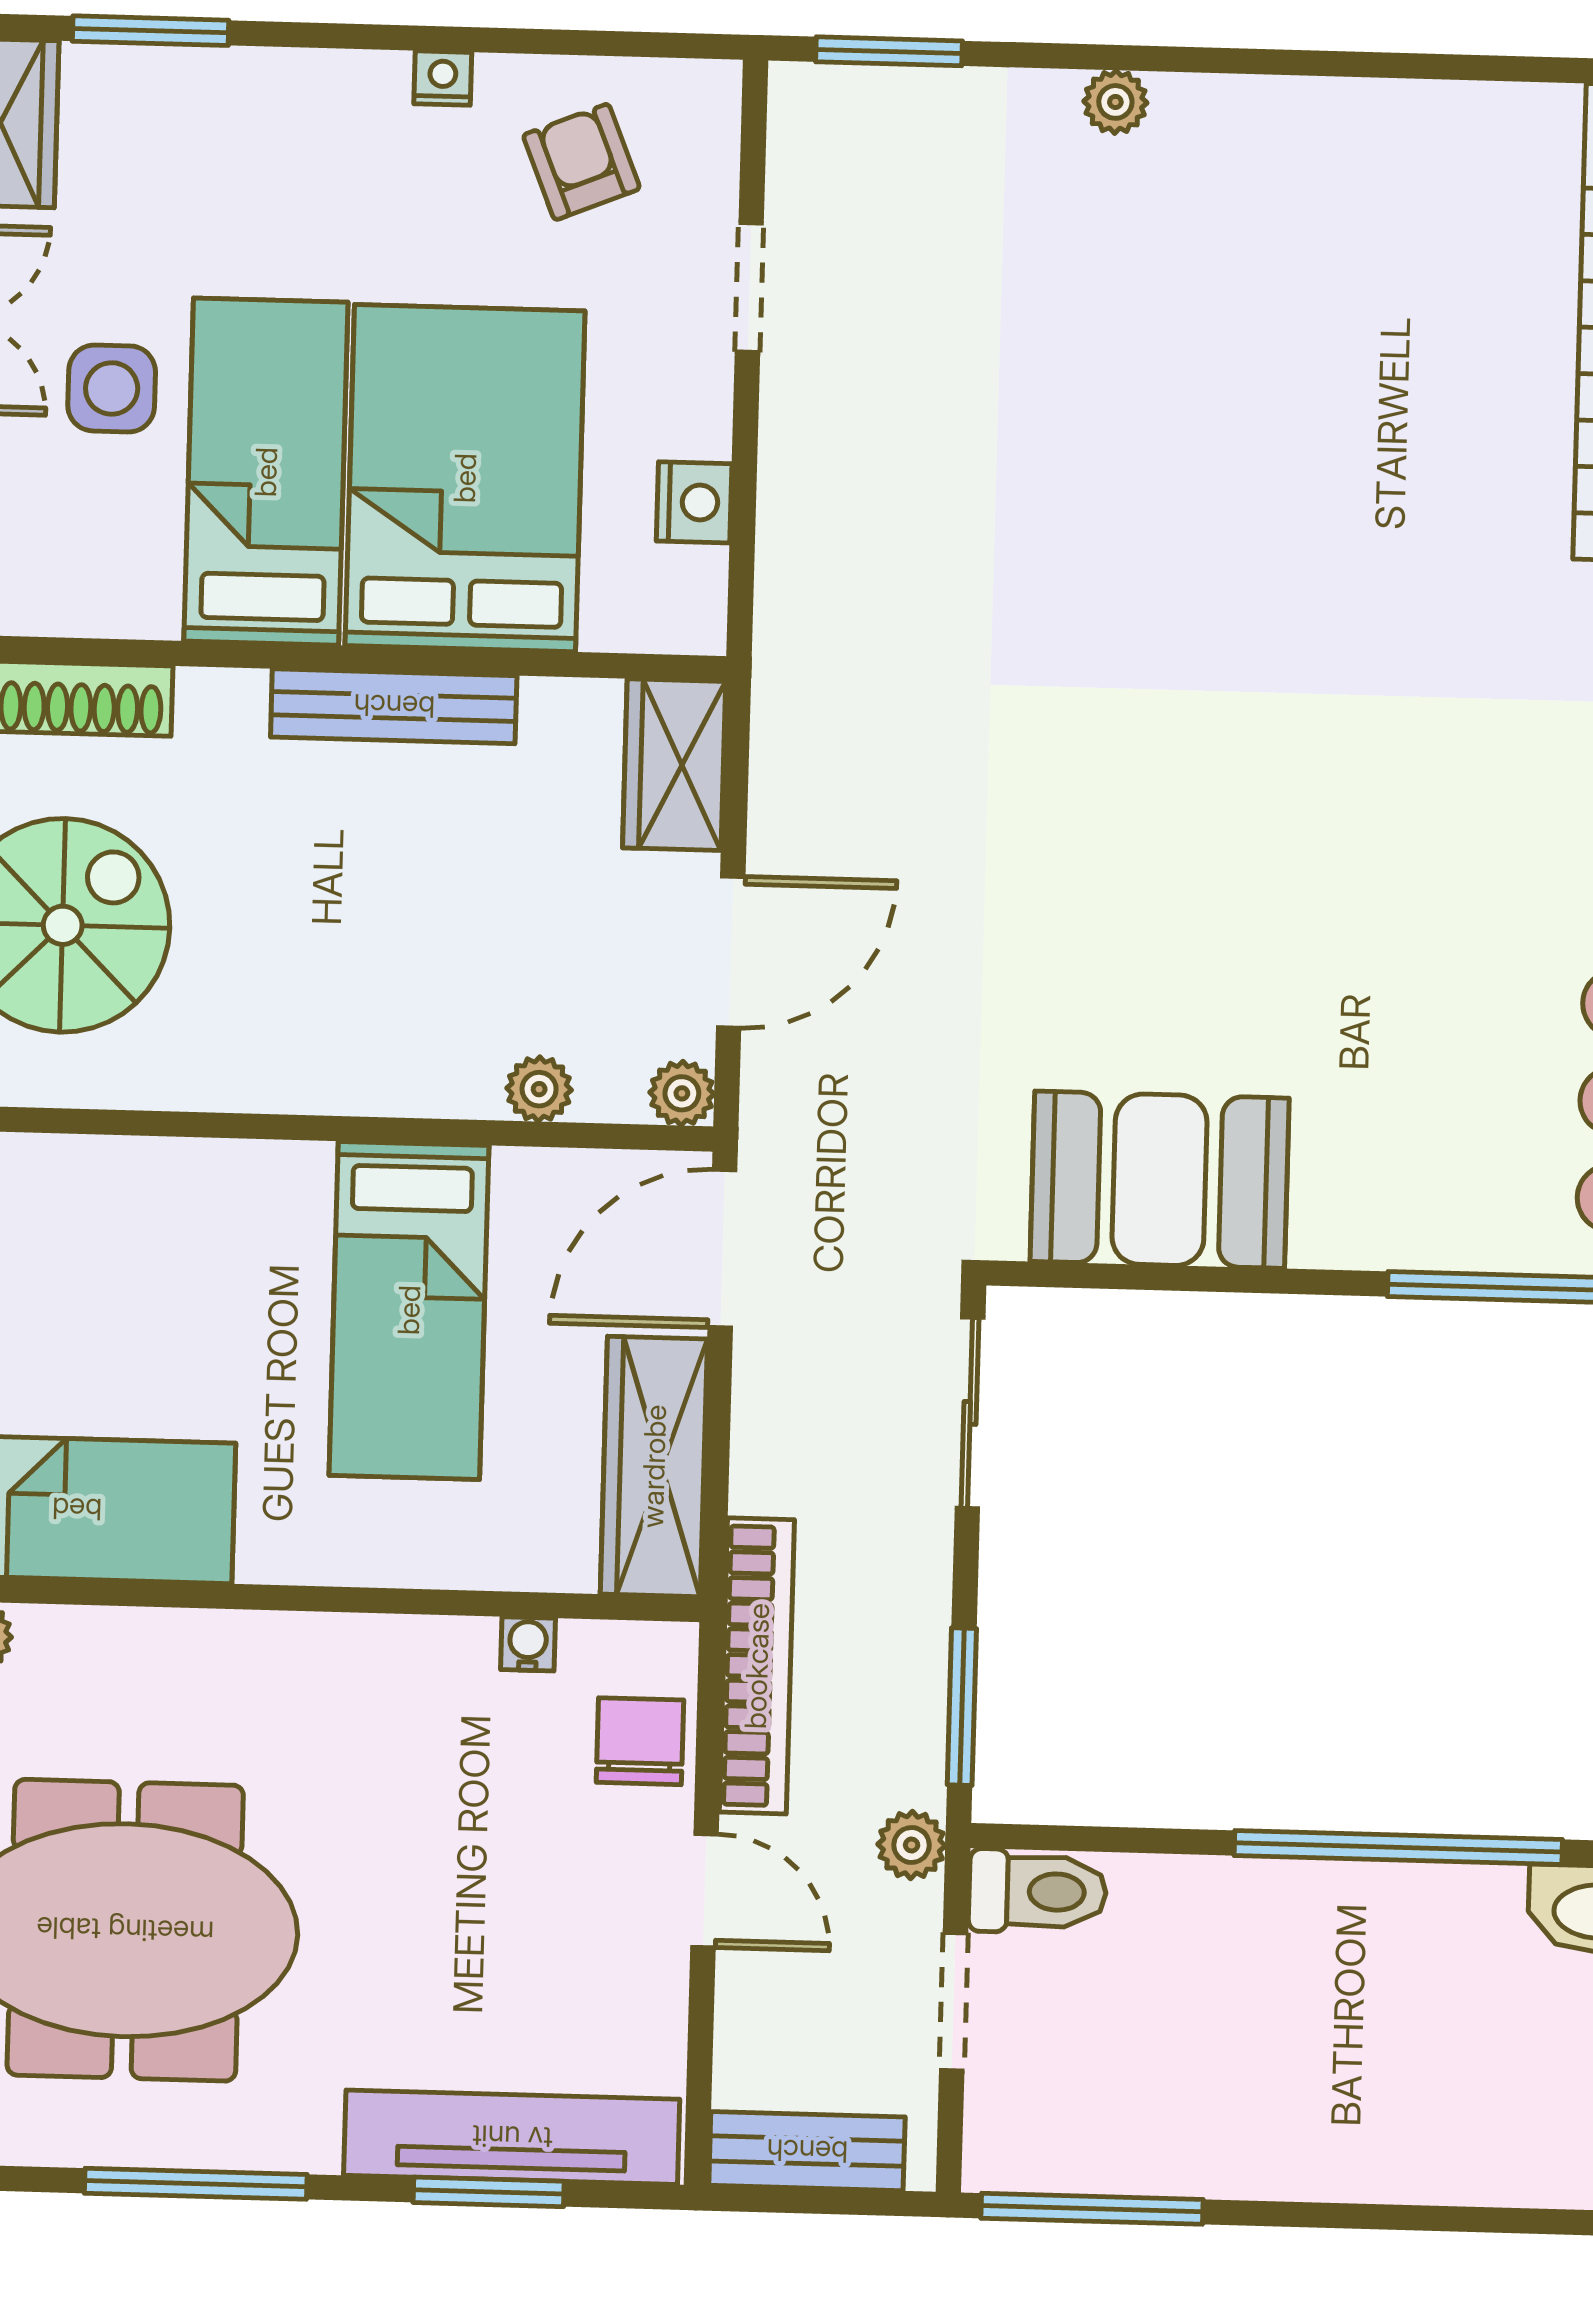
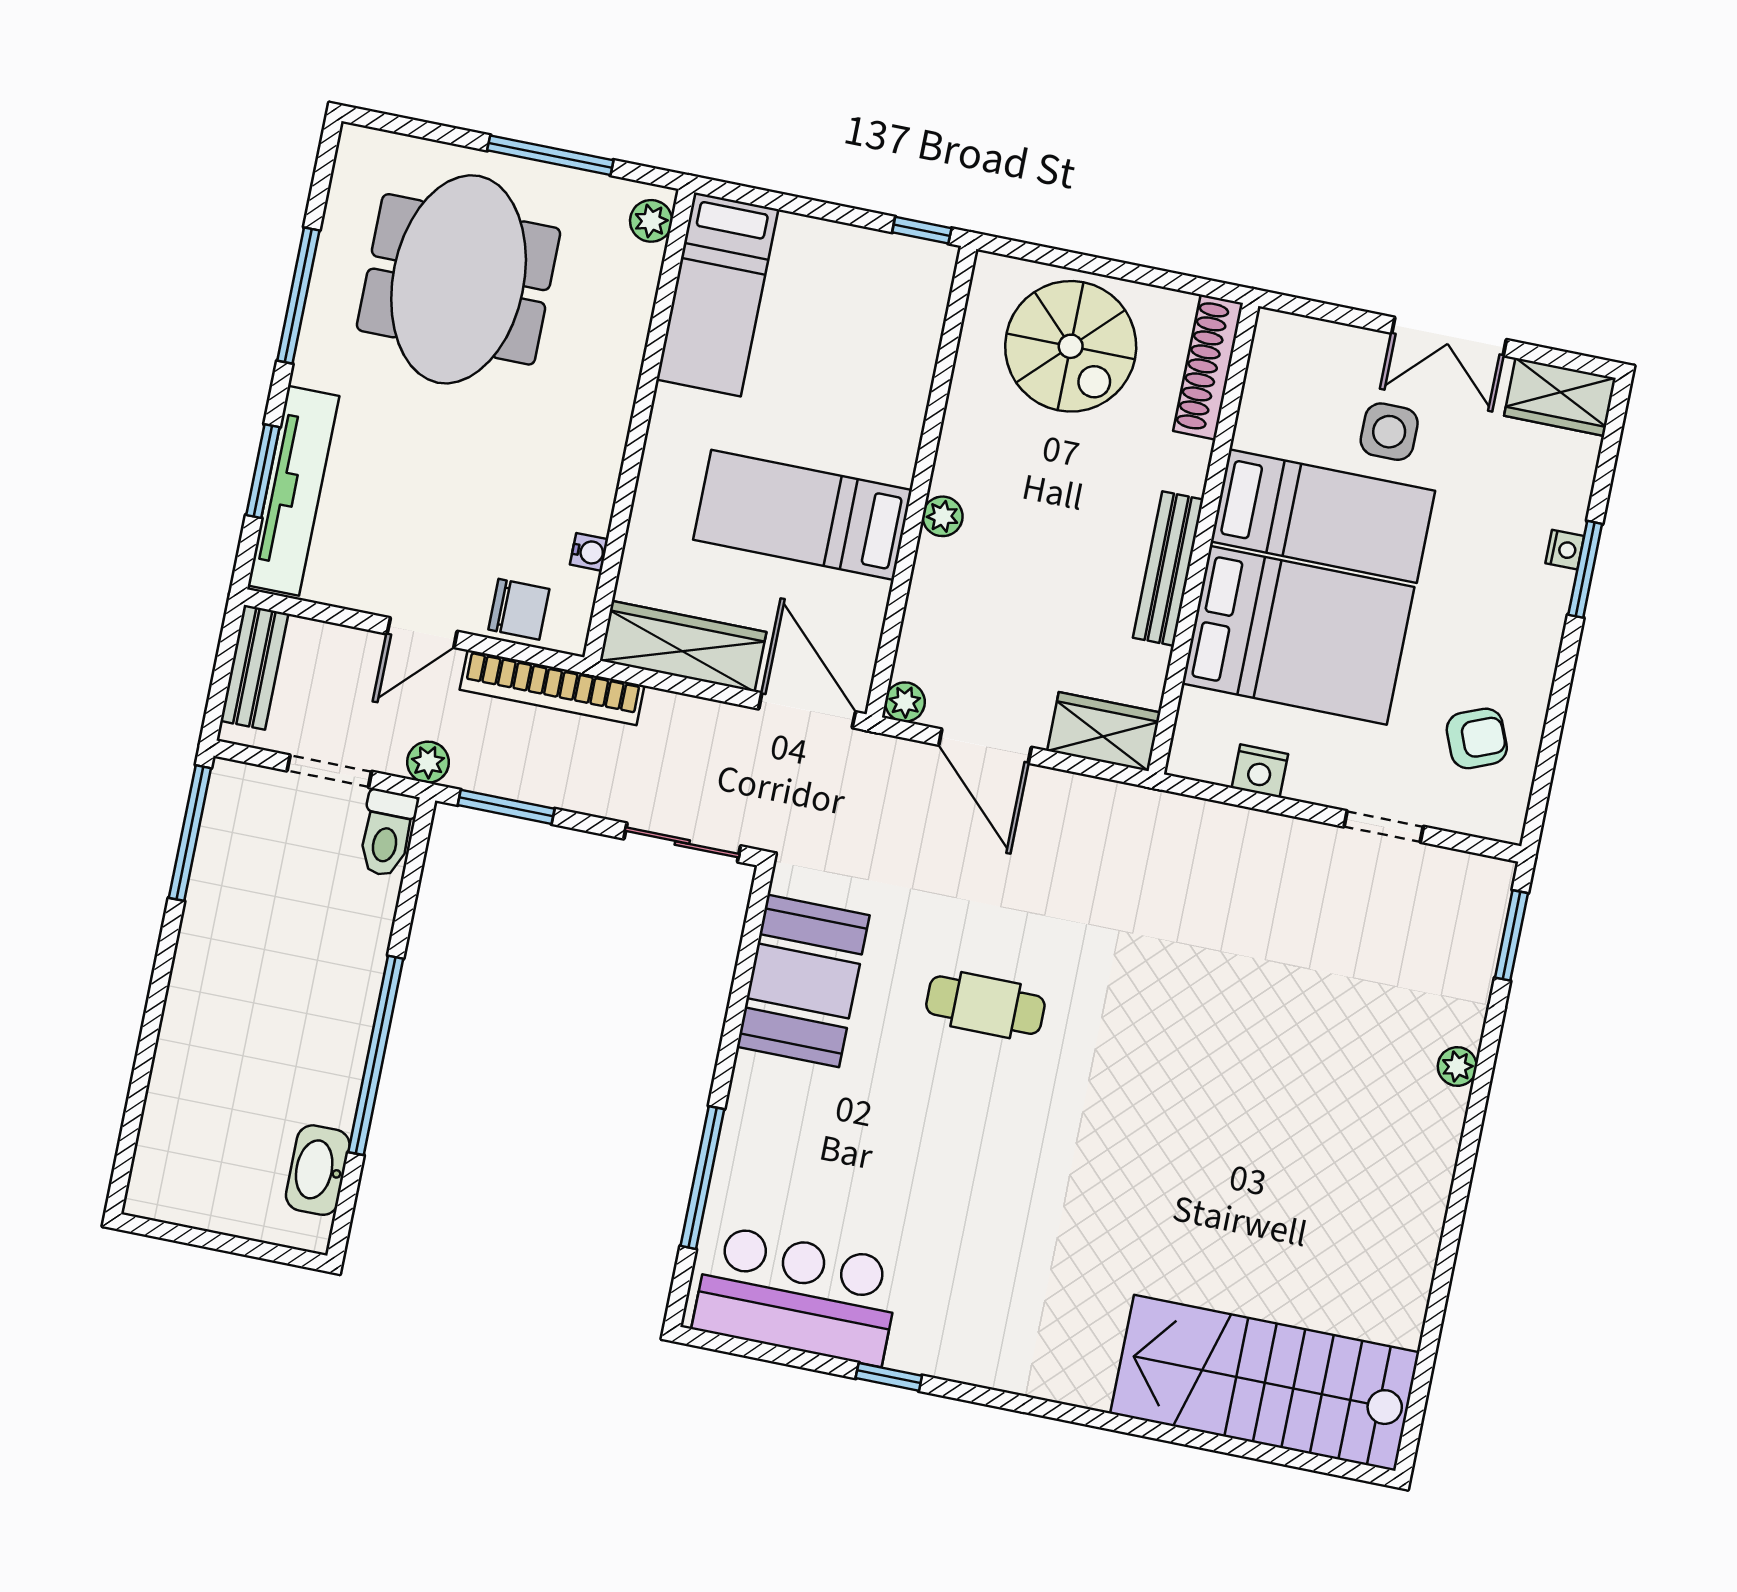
window: (151, 31) -> (1585, 569), moved
nightstand: (443, 78) -> (1565, 550), moved
cafe table: (1148, 879) -> (985, 1005), added
plant: (539, 1089) -> (943, 516), moved

